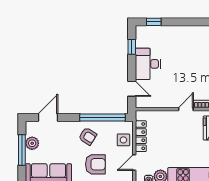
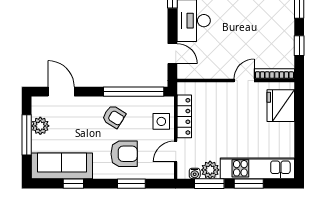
door: (48, 117) -> (61, 92), hinge flipped

